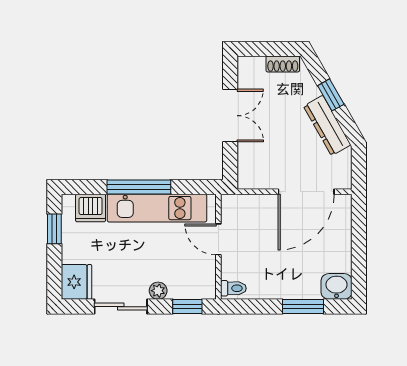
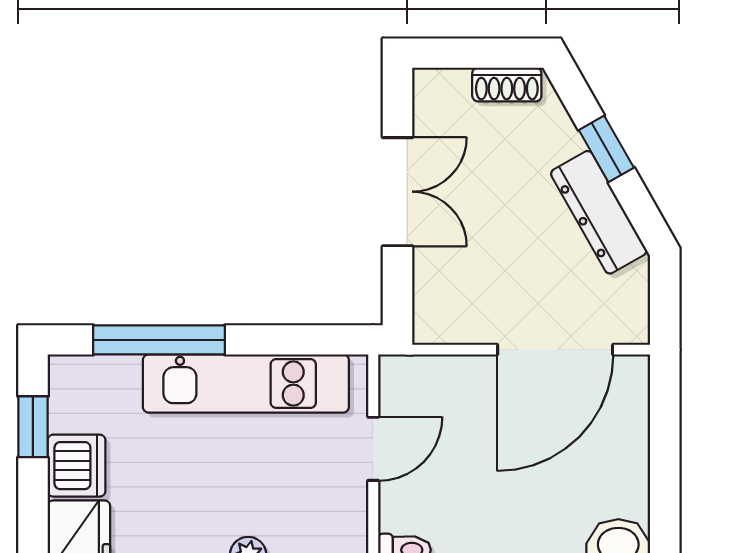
window: (139, 187) -> (159, 340), moved
dishwasher: (91, 208) -> (76, 466), moved, turned -90
door: (218, 239) -> (373, 449), swing flipped

